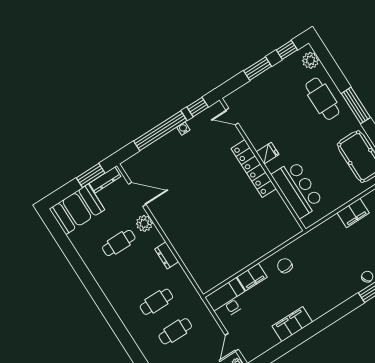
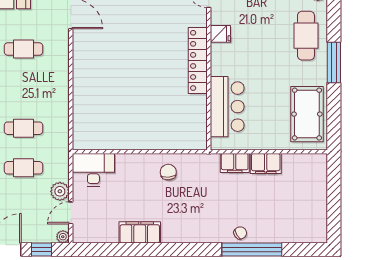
fridge: (268, 153) -> (220, 34), moved
plant: (144, 223) -> (60, 191), moved
dresser: (167, 255) -> (62, 90), removed
filing cabinet: (252, 277) -> (235, 163), moved

